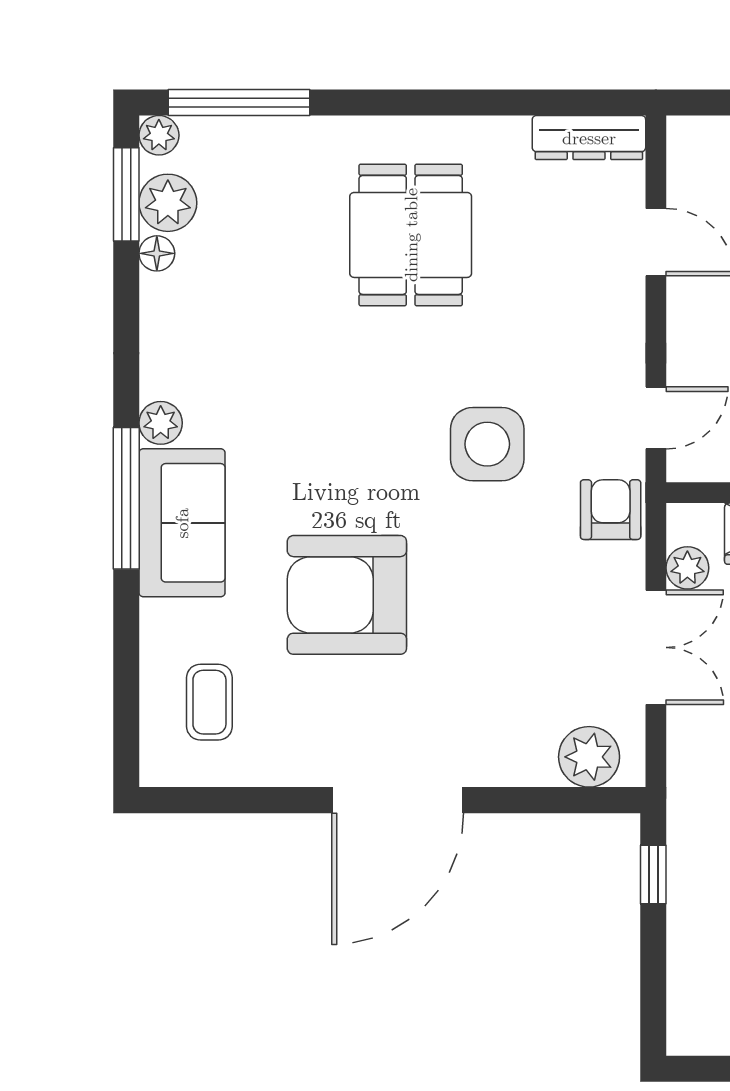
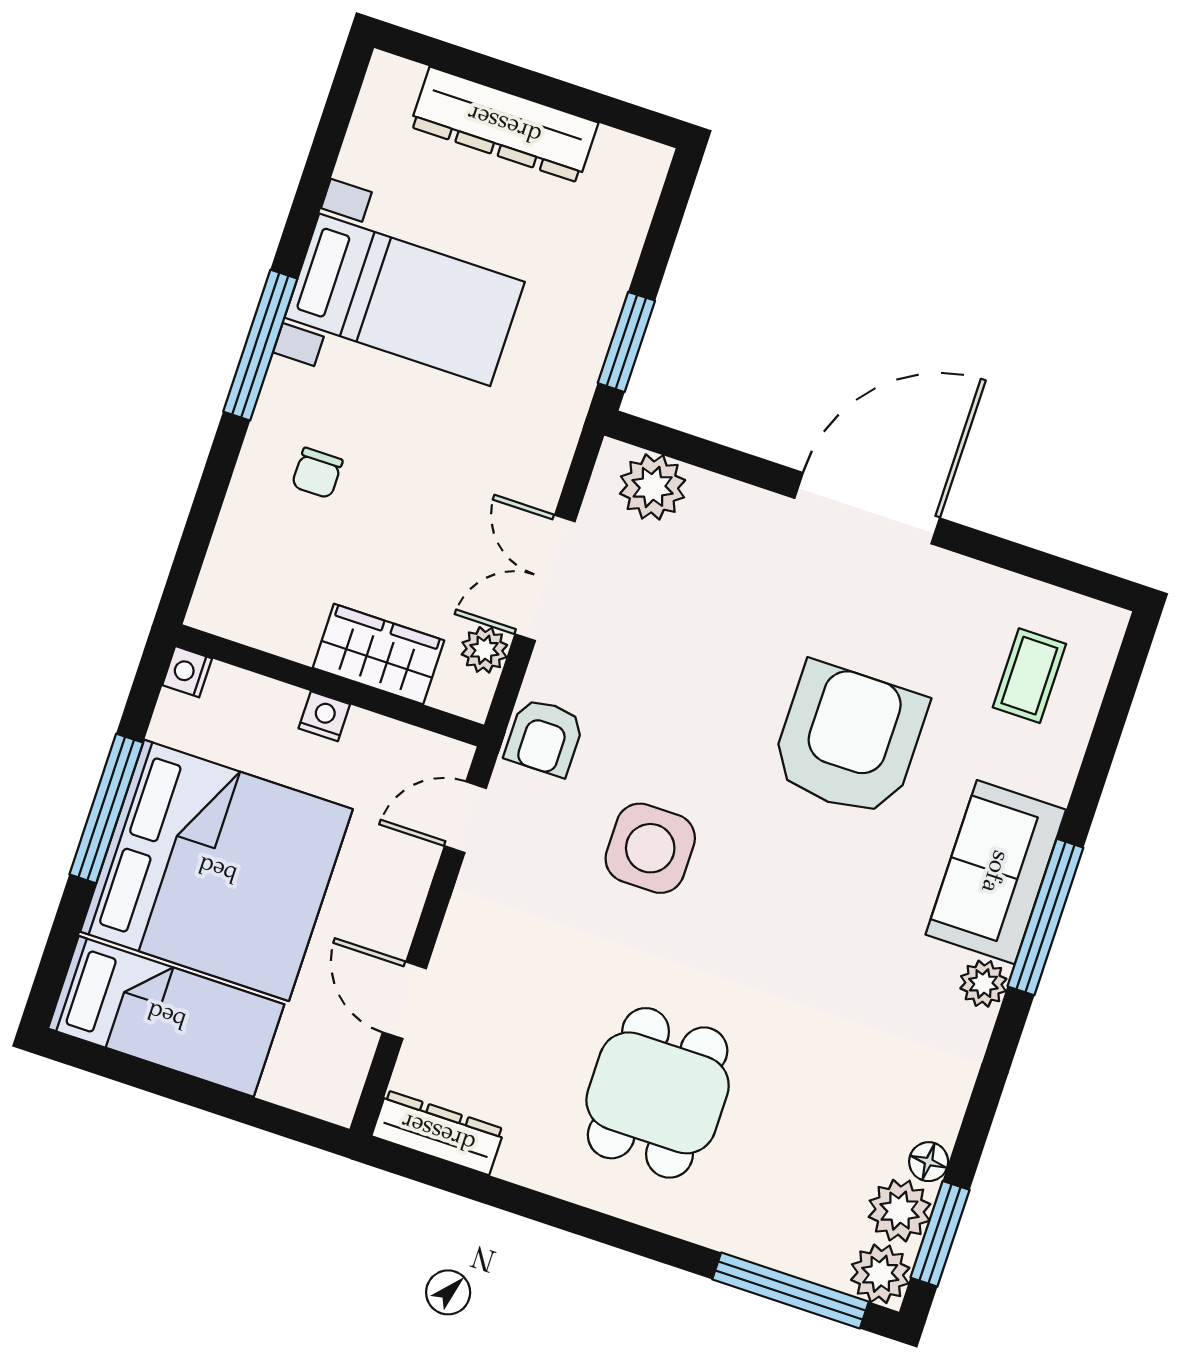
plant: (159, 135) -> (880, 1274), width x1.38, depth x1.38
armchair: (347, 595) -> (849, 740), turned -90
window: (653, 875) -> (626, 342), width x1.50

